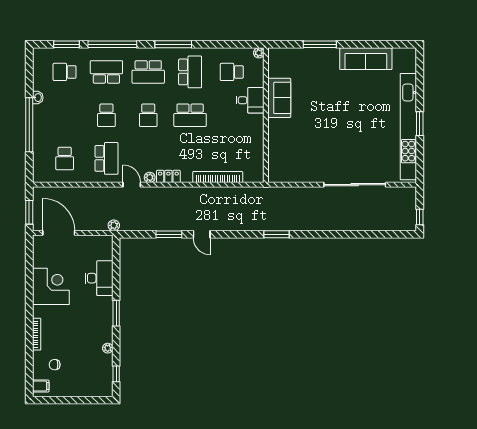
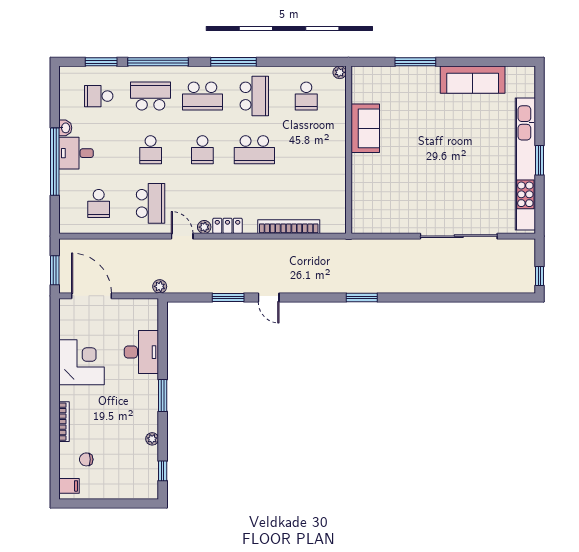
school desk: (232, 72) -> (306, 96), turned -90
desk: (250, 100) -> (76, 153), moved, turned 180

